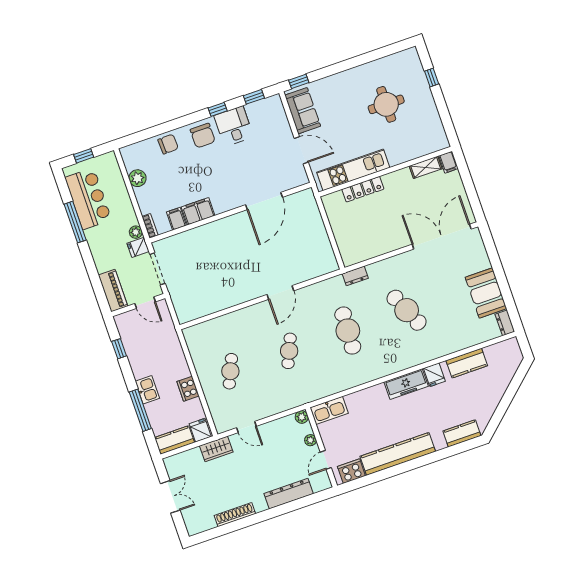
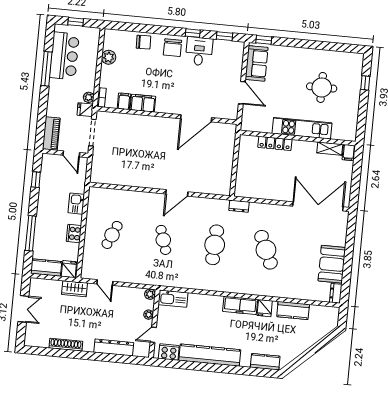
kitchen unit: (353, 170) -> (302, 128), moved
cafe table: (289, 351) -> (163, 240), turned -42
kitchen sink: (147, 390) -> (76, 204), moved, turned 180

